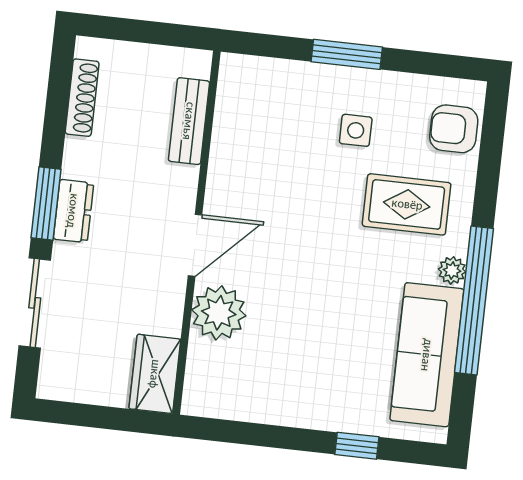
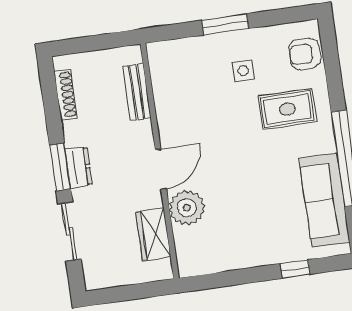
plant: (452, 270) -> (327, 143), removed
wardrobe: (155, 374) -> (153, 234), moved

